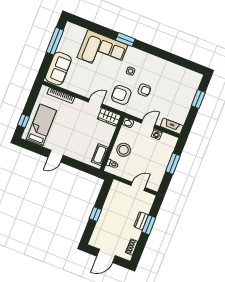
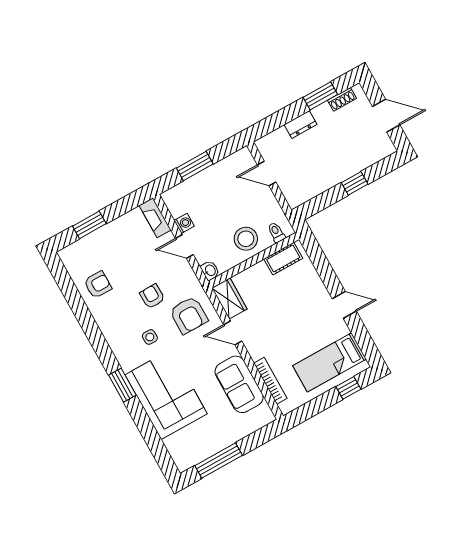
sofa: (58, 69) -> (239, 384), moved, turned -90
armchair: (173, 75) -> (98, 285), added
window: (149, 225) -> (320, 96), moved

